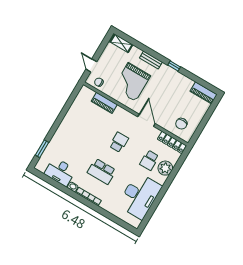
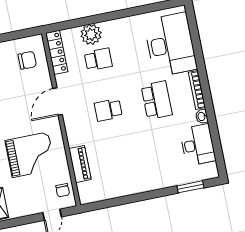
desk: (140, 196) -> (170, 45), moved, turned 90

